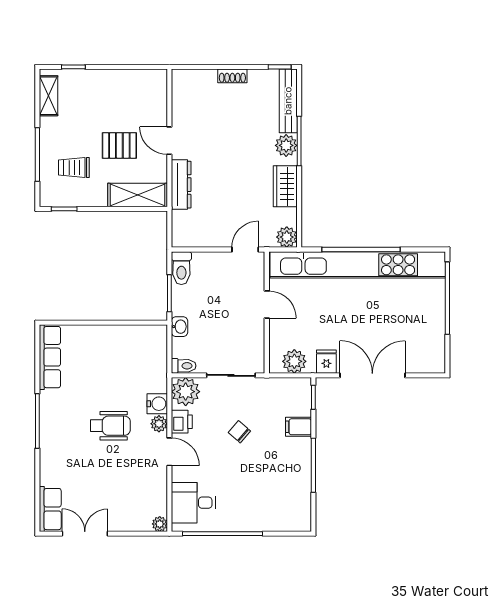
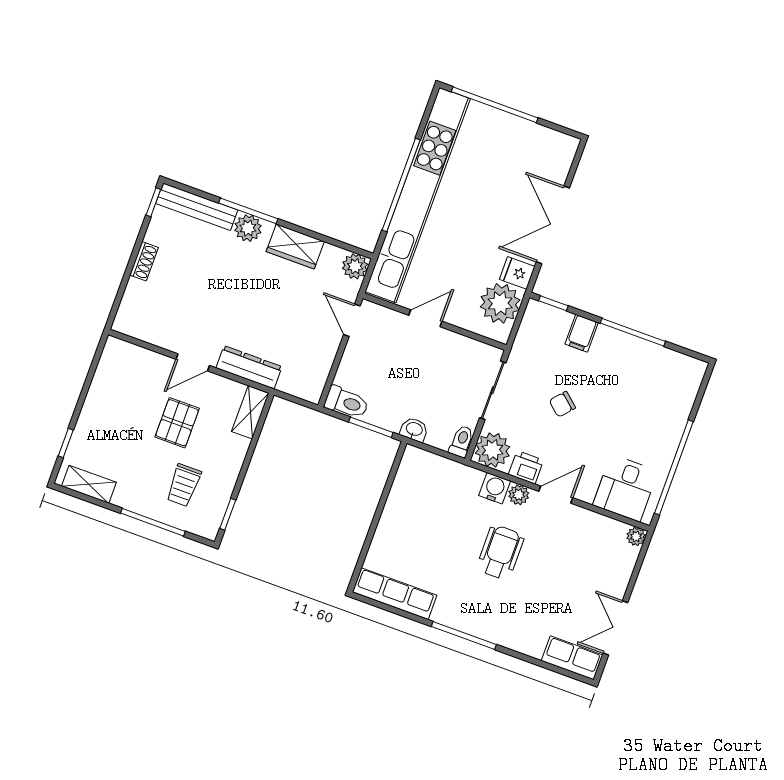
shelving: (138, 195) -> (250, 412), width x0.67, depth x0.75
plant: (294, 361) -> (500, 303), width x1.36, depth x1.36

